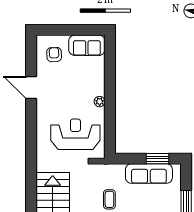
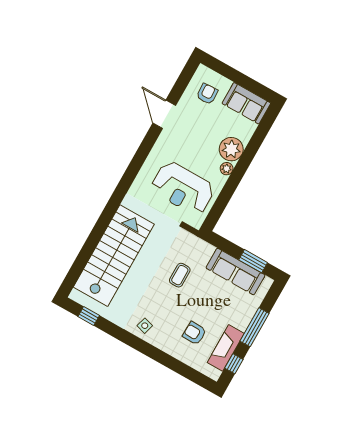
plant: (95, 85) -> (231, 149), added
reception desk: (75, 134) -> (183, 188), turned 180

